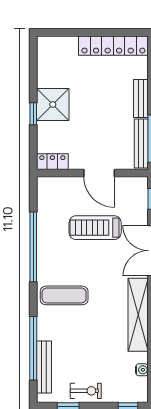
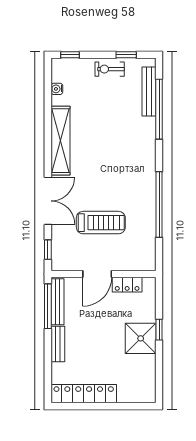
locker: (52, 162) -> (127, 285), moved
door: (99, 173) -> (97, 274), swing flipped
exercise mat: (64, 295) -> (130, 159), removed

